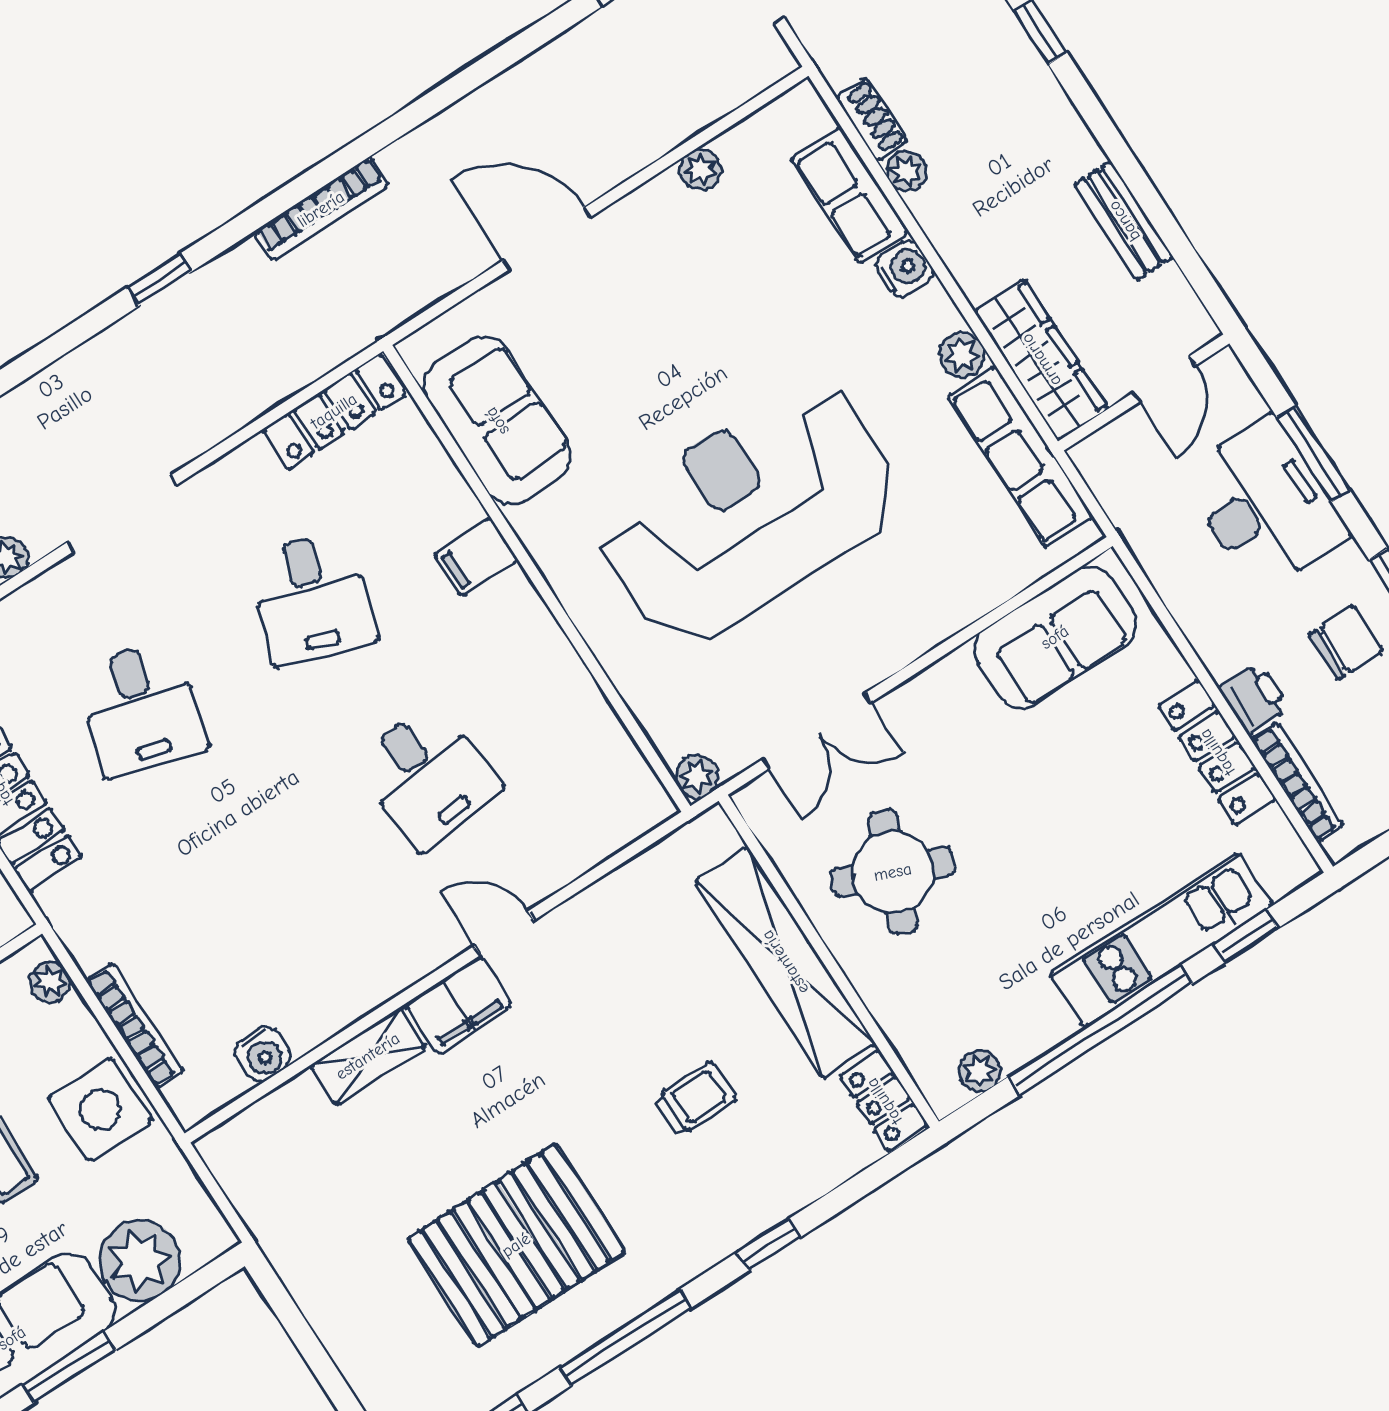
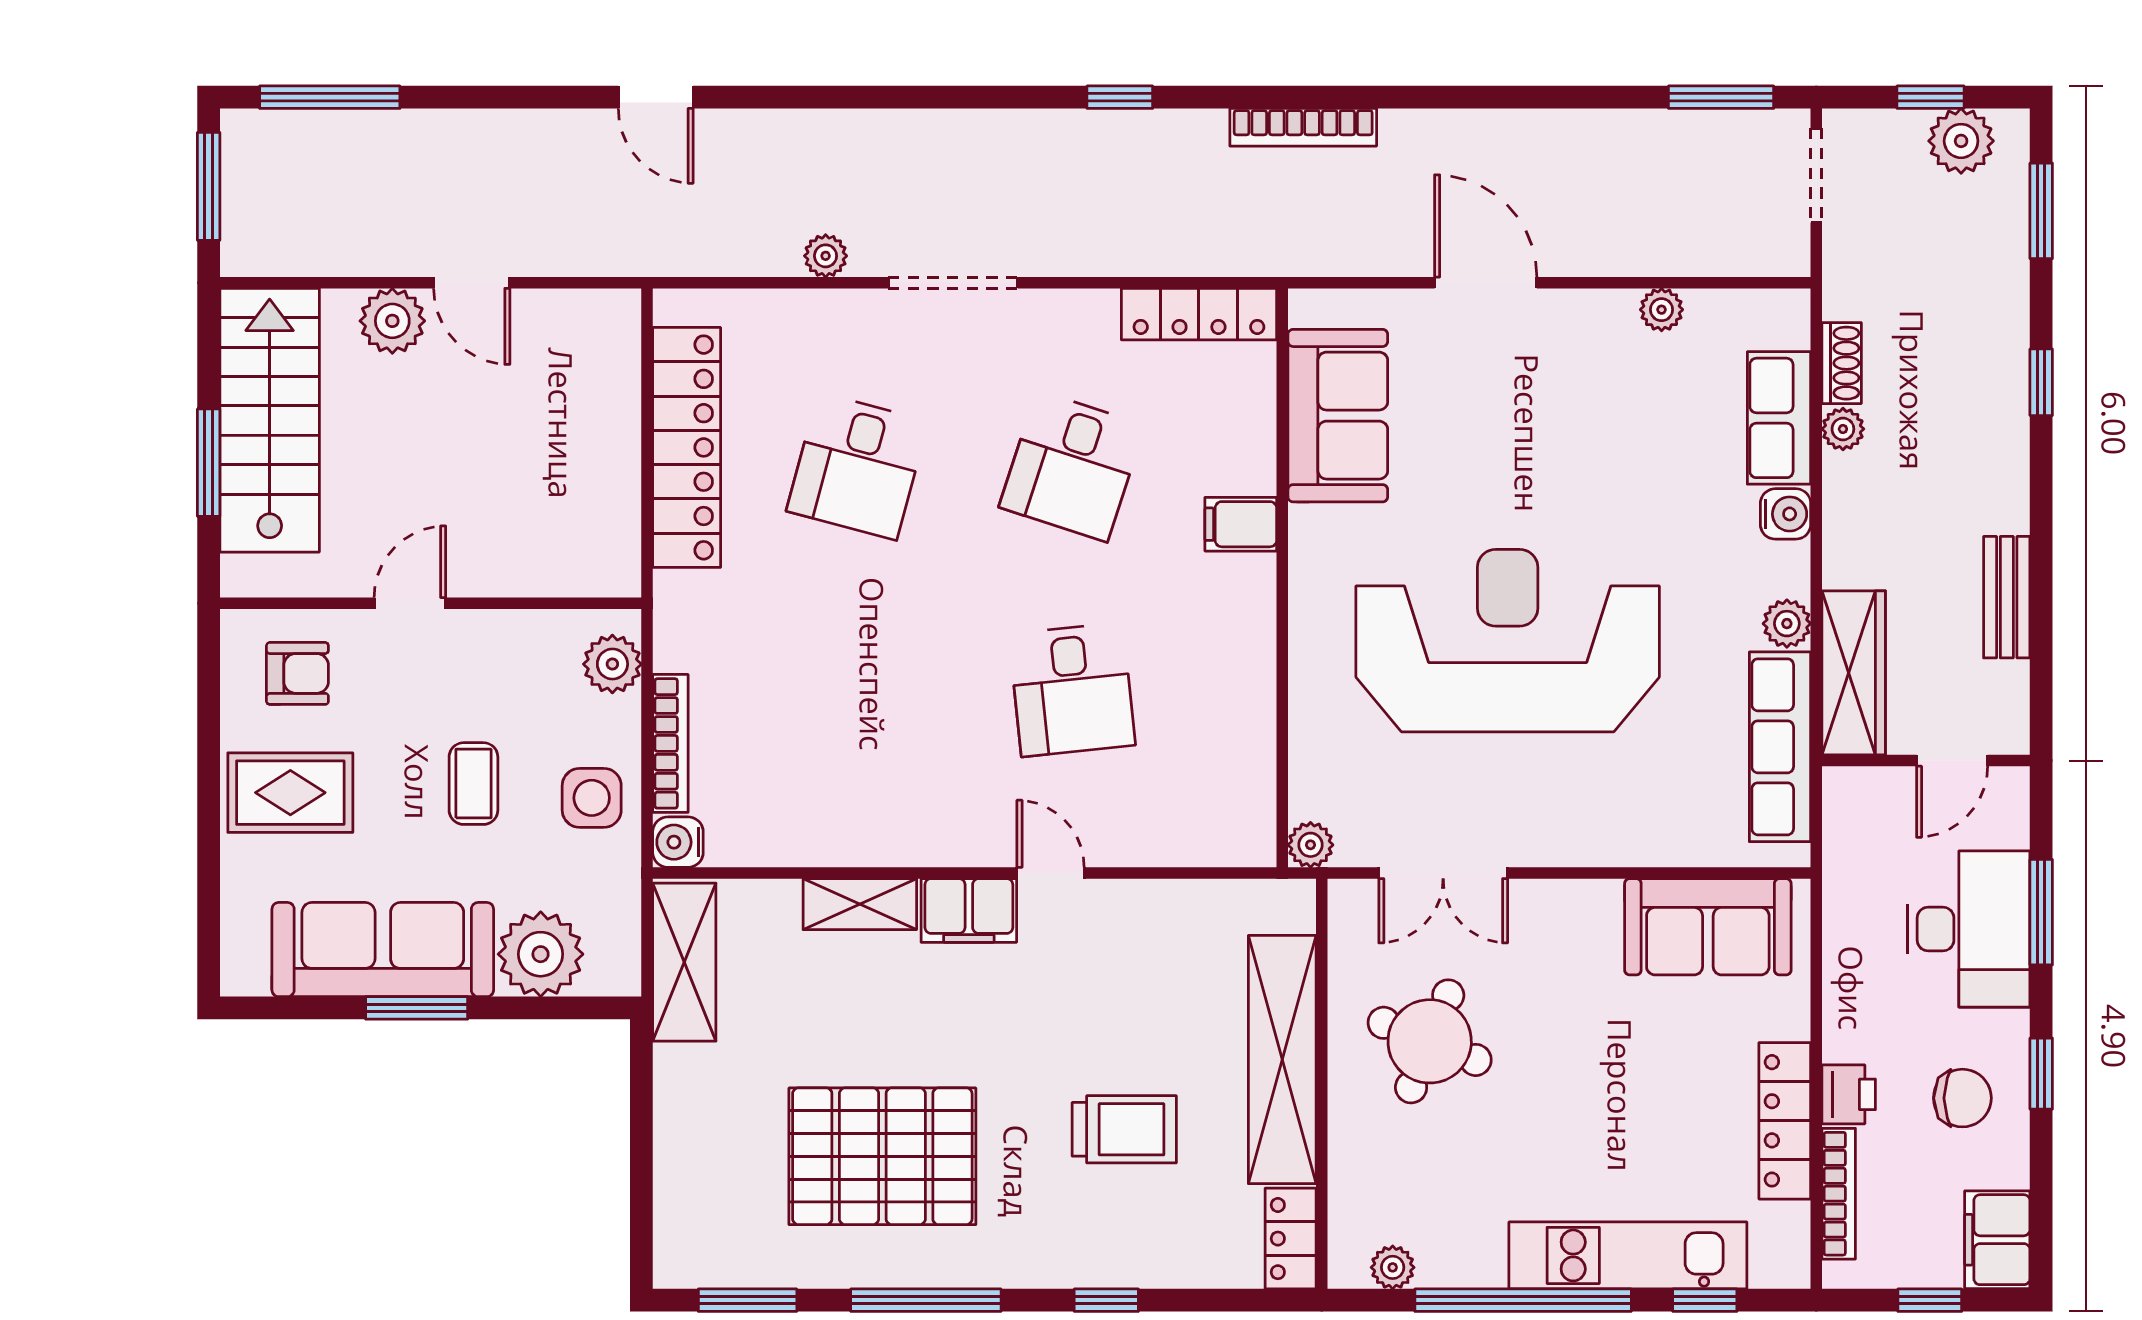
plant: (50, 982) -> (612, 664), width x1.38, depth x1.38
water cooler: (263, 1054) -> (678, 842), moved, turned 90
trolley: (695, 1099) -> (1124, 1129), width x1.36, depth x1.39
side table: (100, 1110) -> (592, 798), width x0.73, depth x0.73
shelving: (258, 1193) -> (684, 962), added

